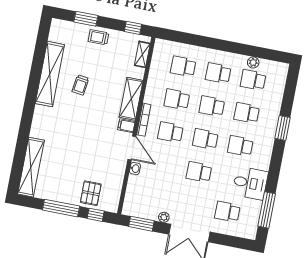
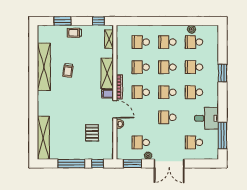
pallet: (91, 193) -> (92, 133), moved
school desk: (158, 198) -> (141, 142), added

